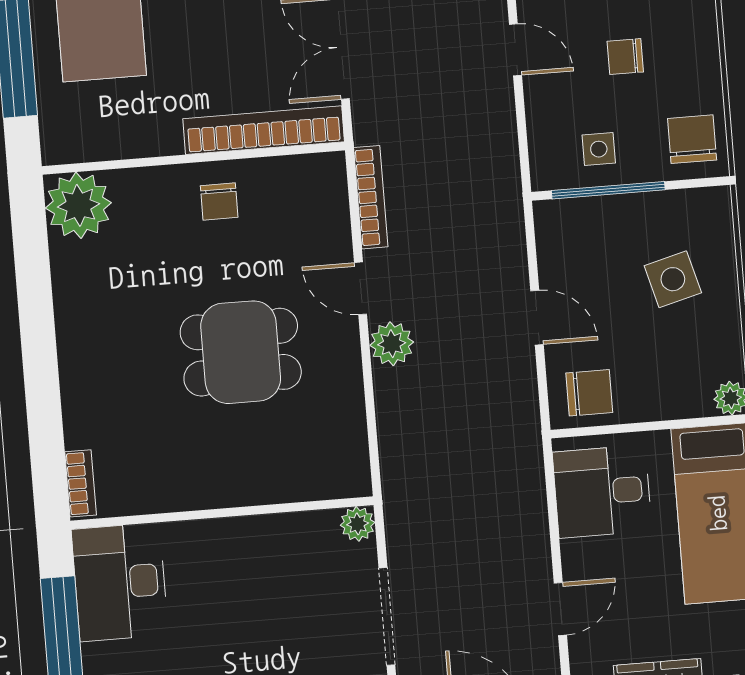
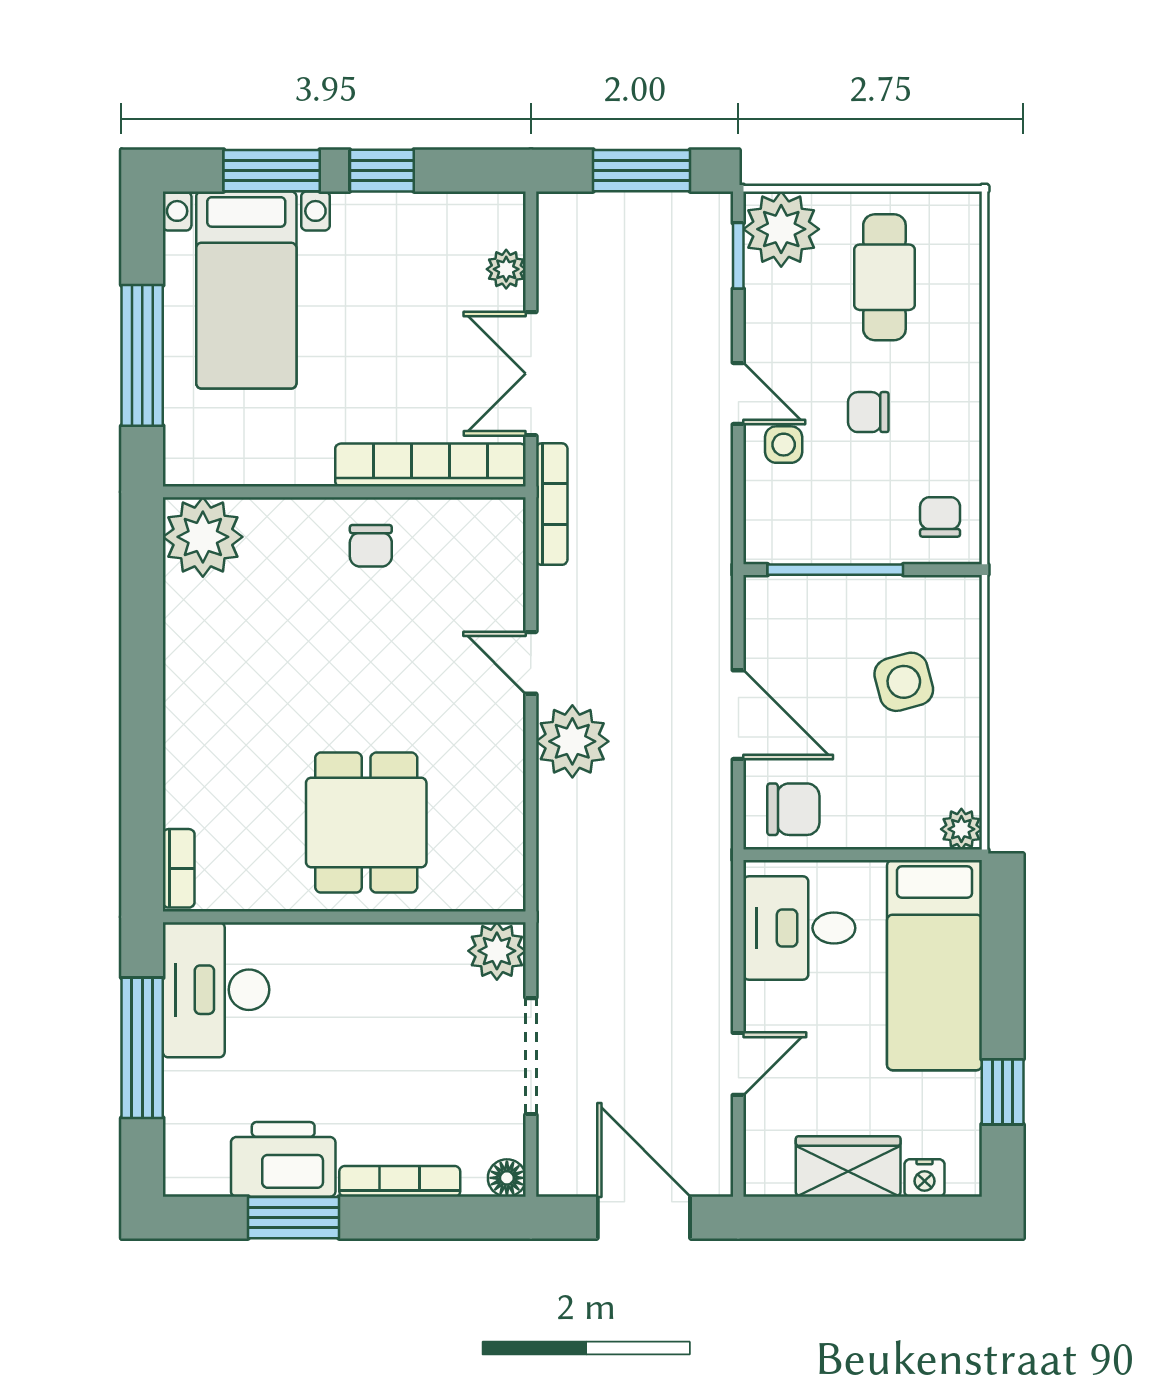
chair: (692, 139) -> (940, 517), width x0.73, depth x0.73
side table: (599, 149) -> (784, 445), moved
bookcase: (371, 197) -> (552, 504), moved
door: (537, 318) -> (738, 715), width x1.38
plant: (392, 344) -> (572, 741), width x1.36, depth x1.36
dining table: (241, 352) -> (366, 823), moved, turned 90
plant: (358, 524) -> (497, 951), width x1.38, depth x1.38

